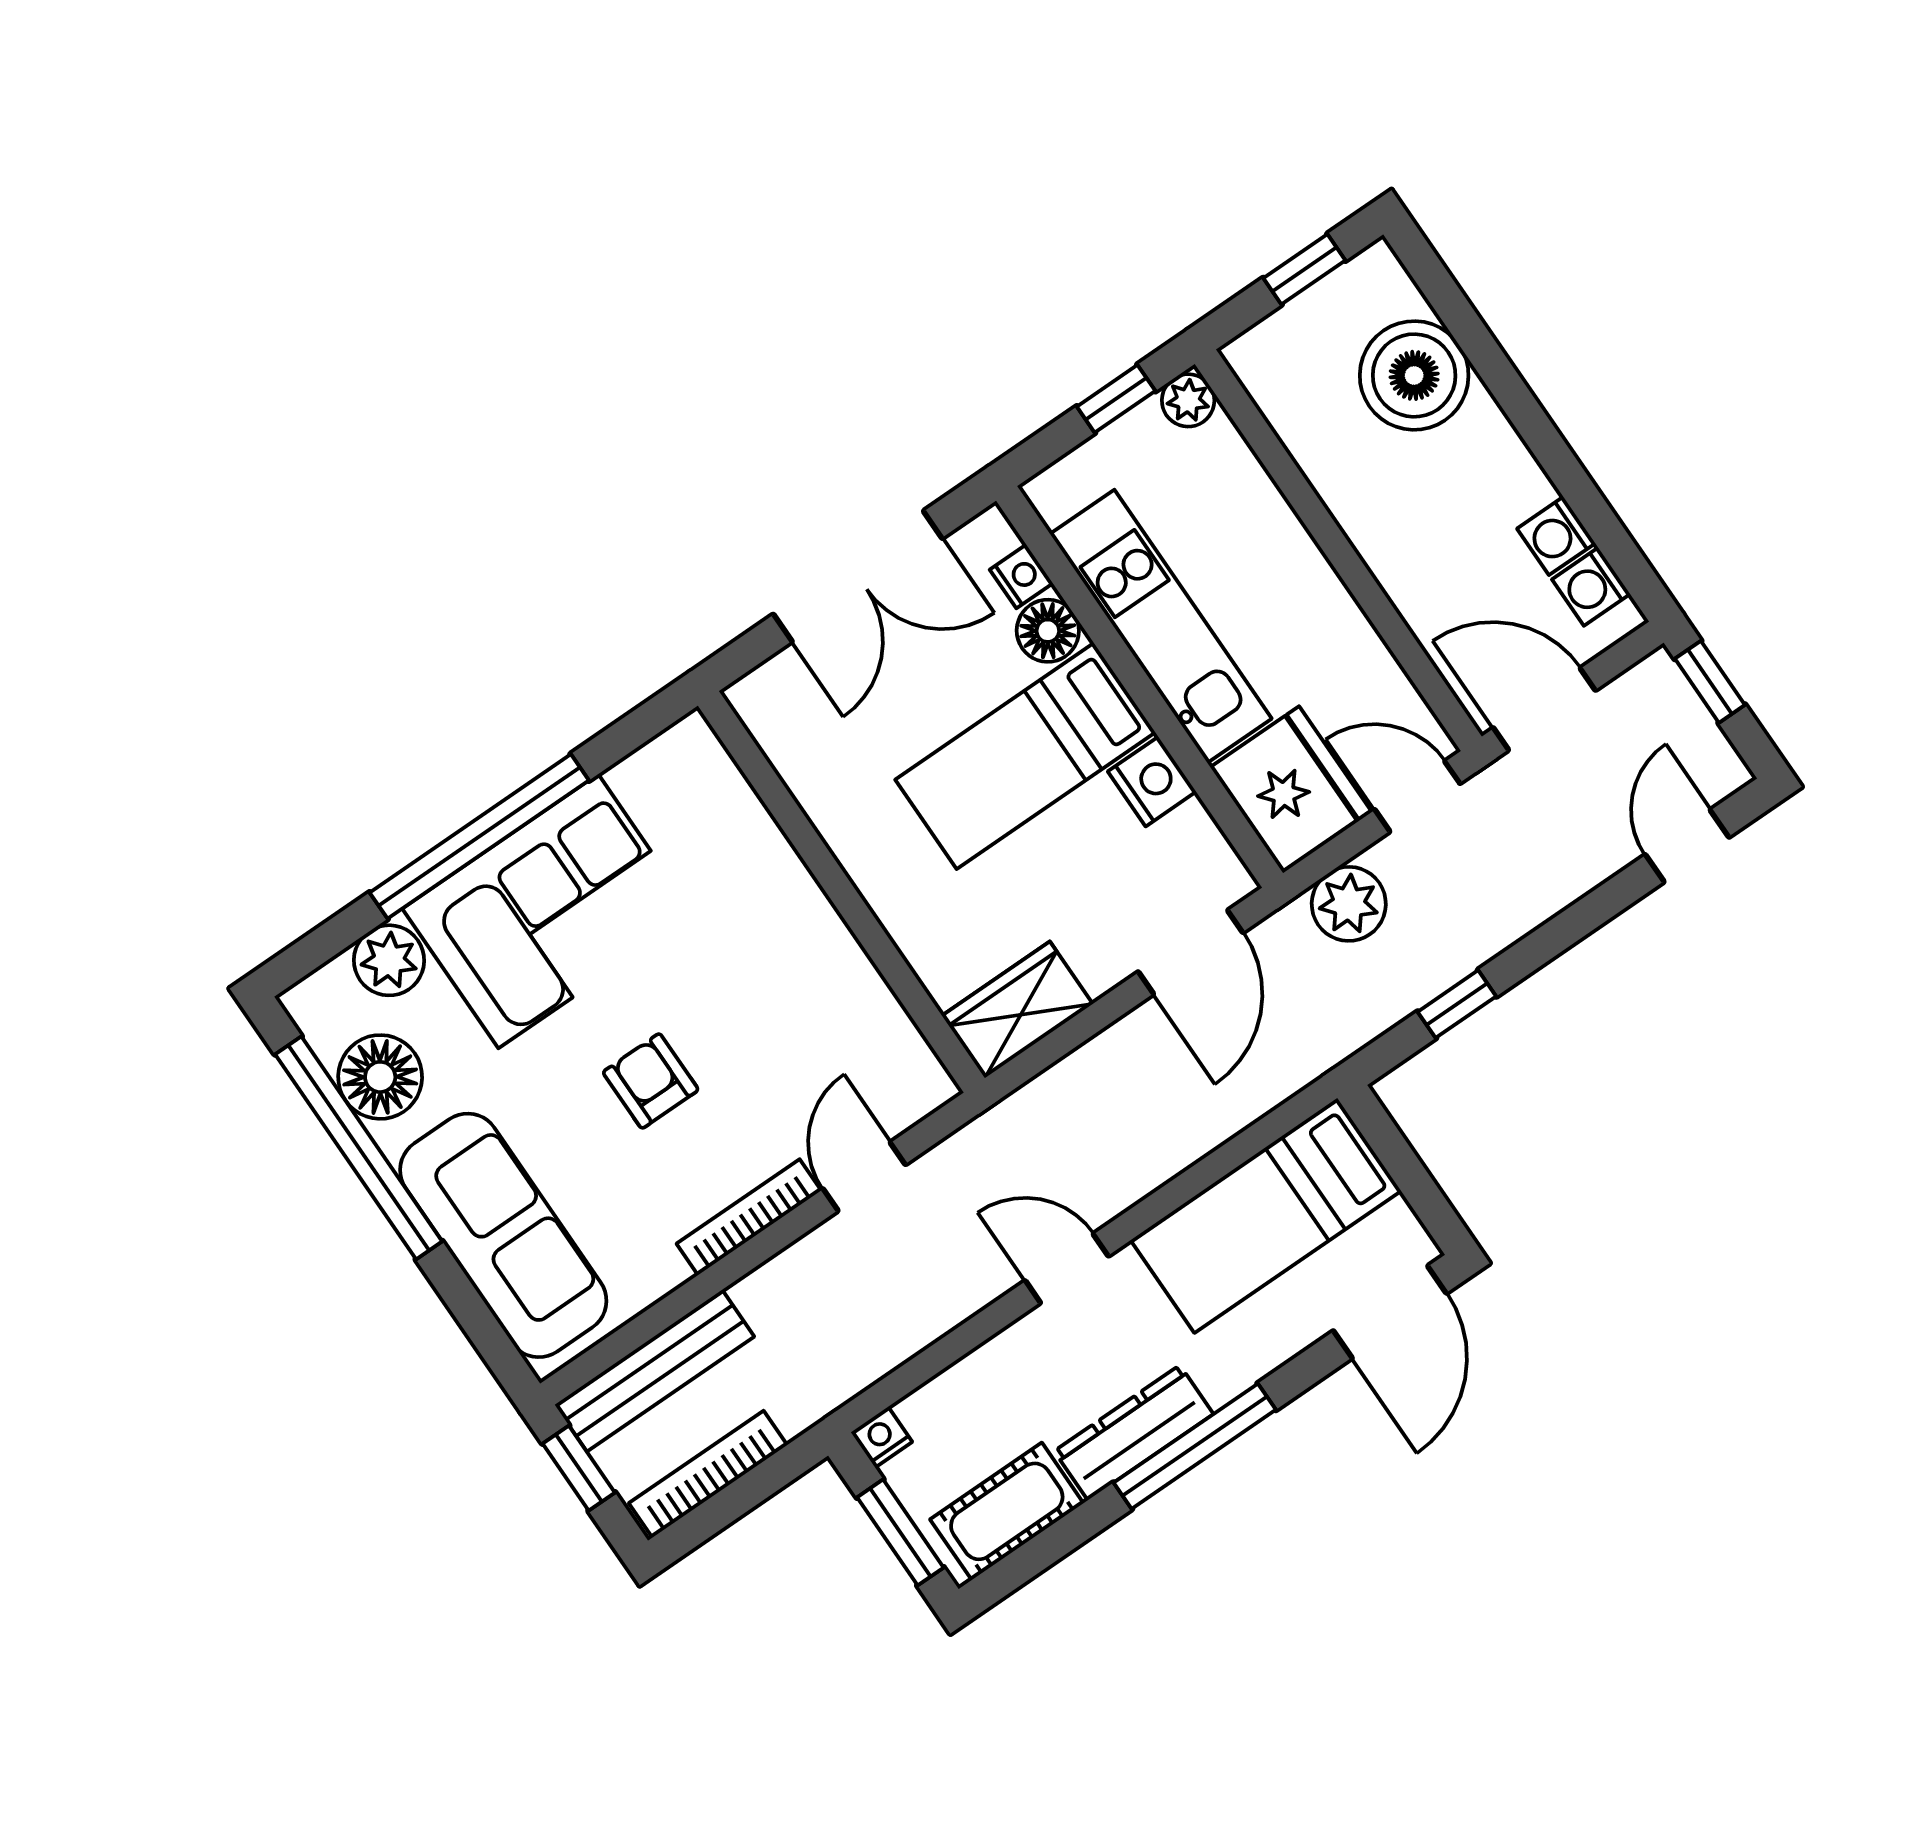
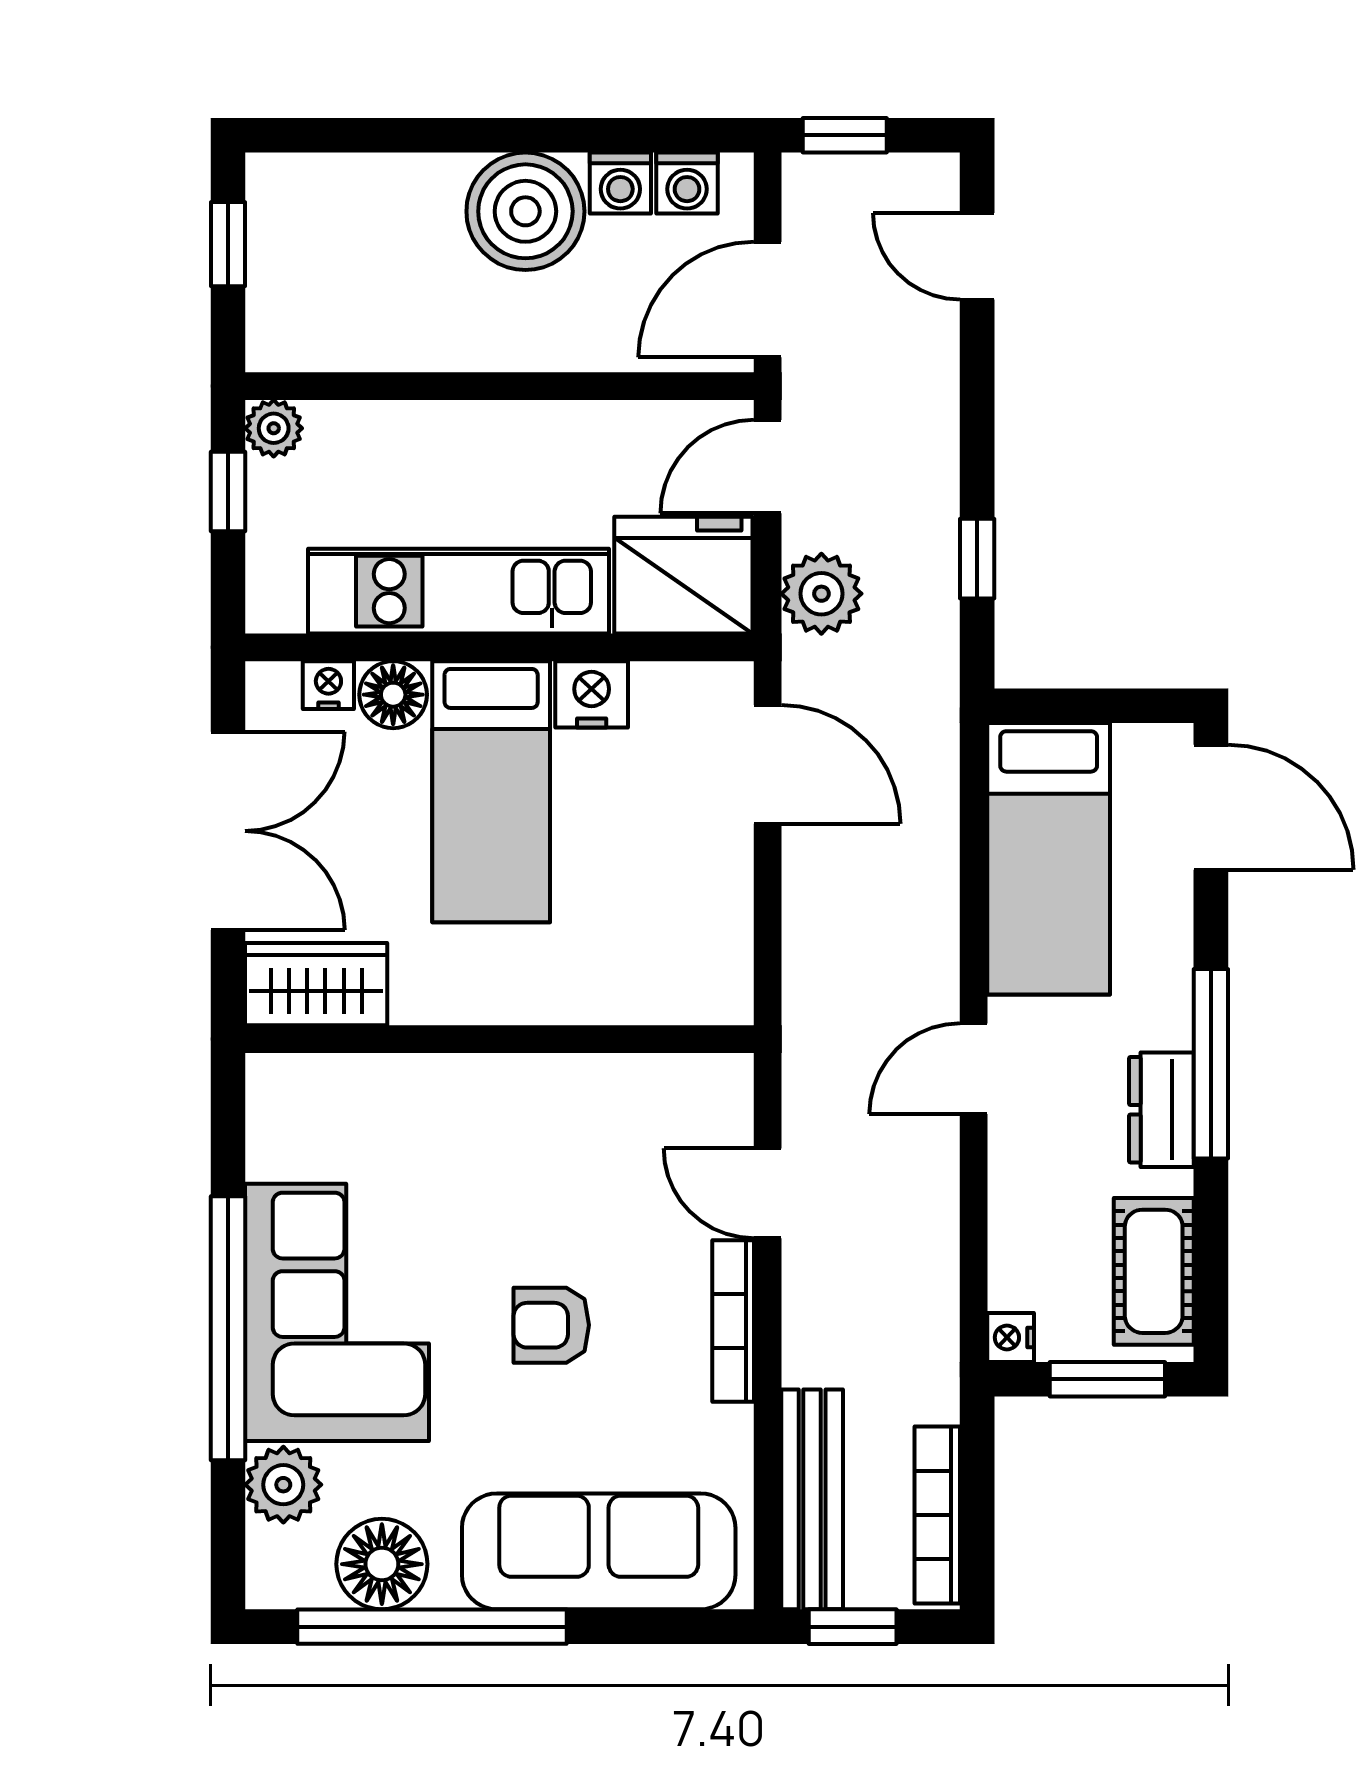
boiler: (1414, 375) -> (525, 211), moved
wardrobe: (1017, 1010) -> (316, 984), moved, turned 90
dresser: (1134, 1433) -> (1161, 1110), width x0.70

